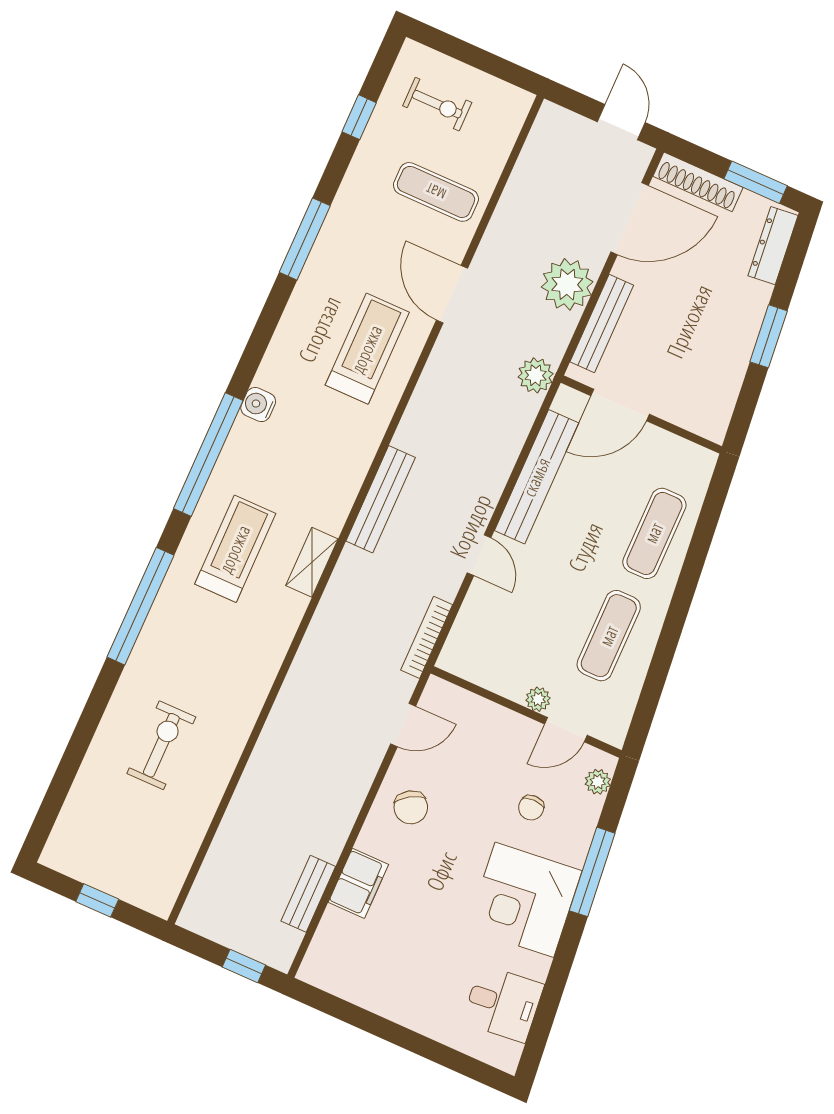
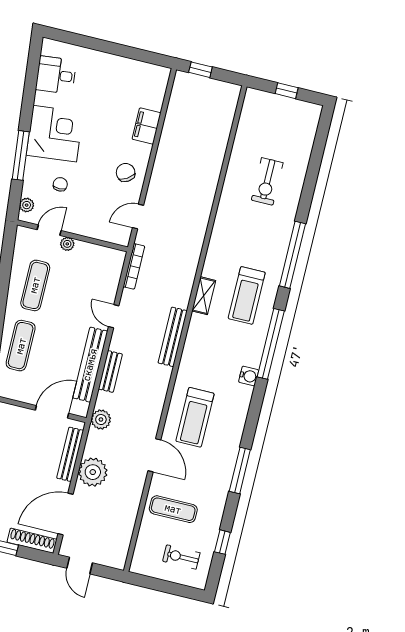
bench: (308, 894) -> (110, 371), moved

